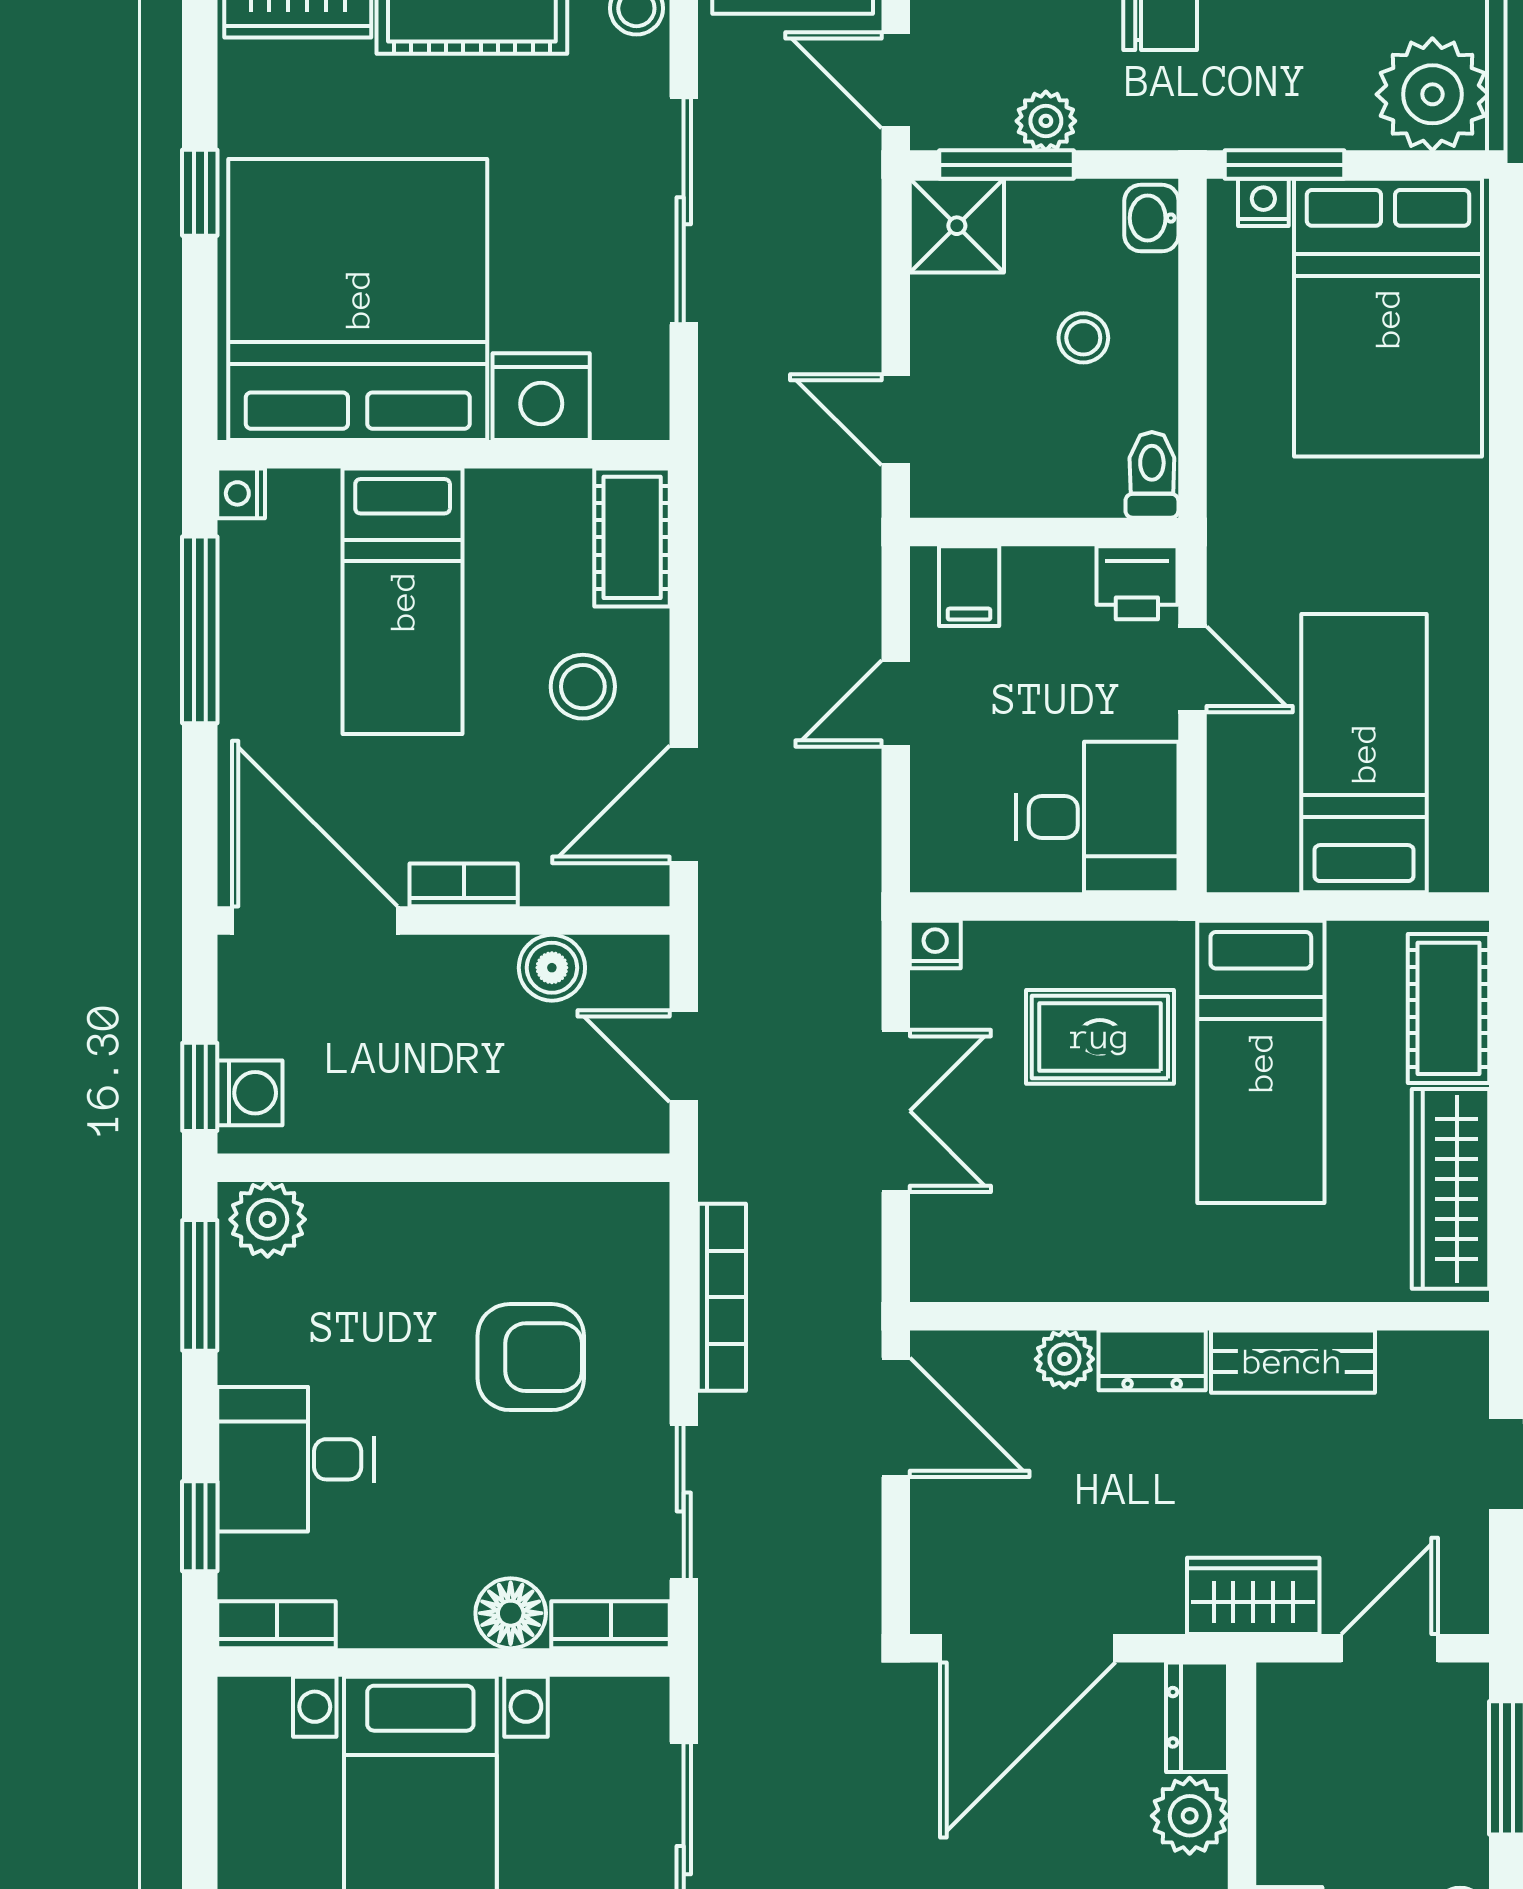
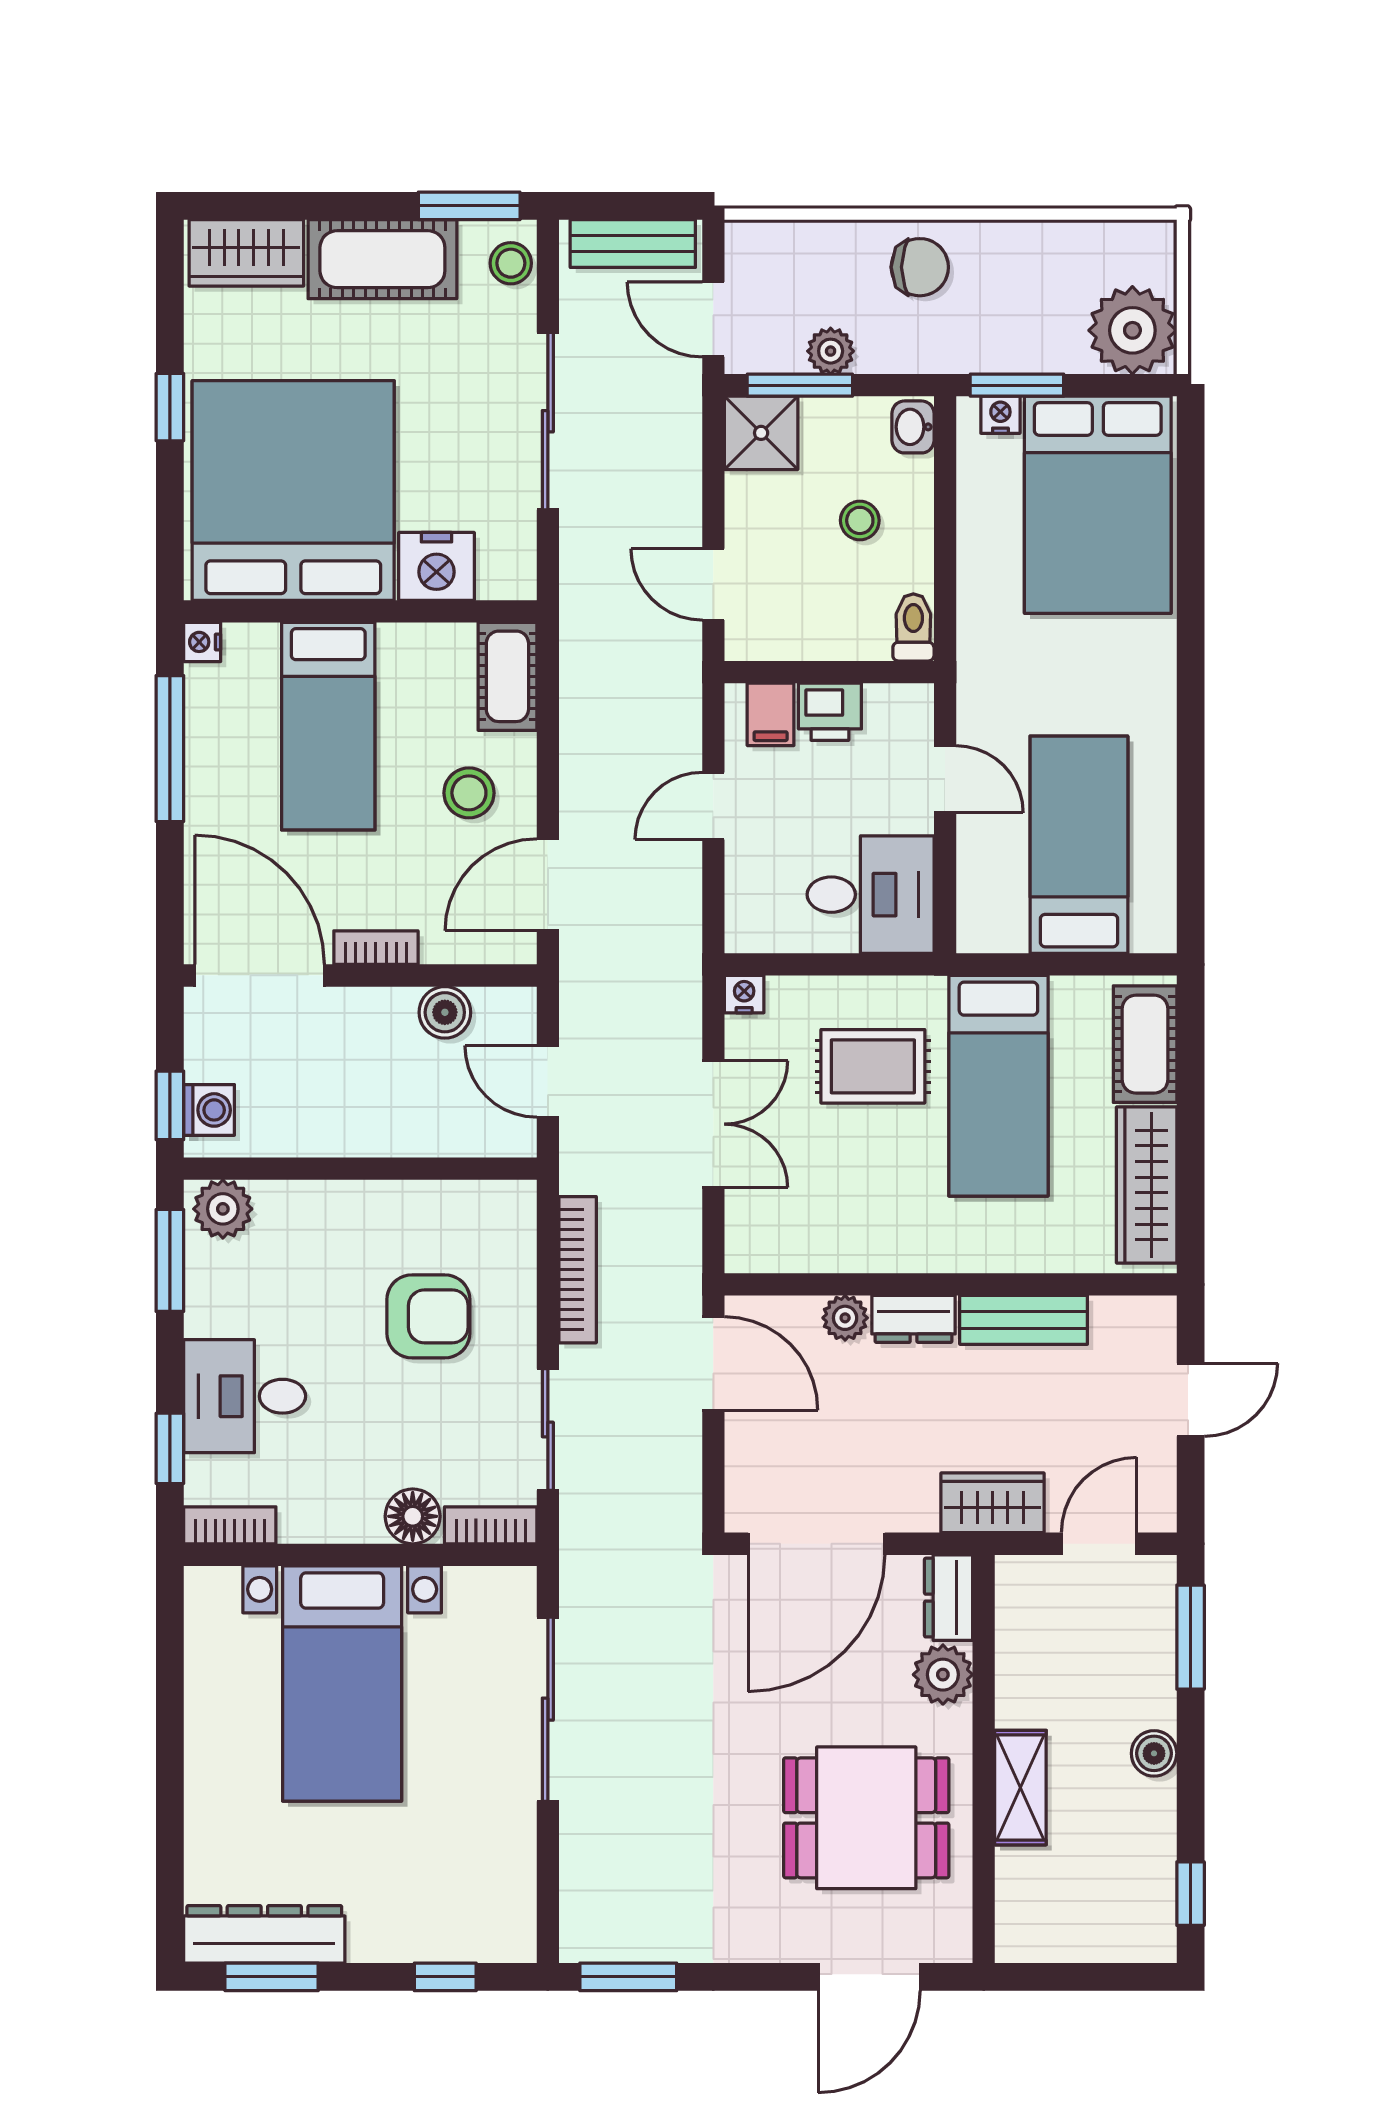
printer: (1137, 583) -> (830, 712), moved

